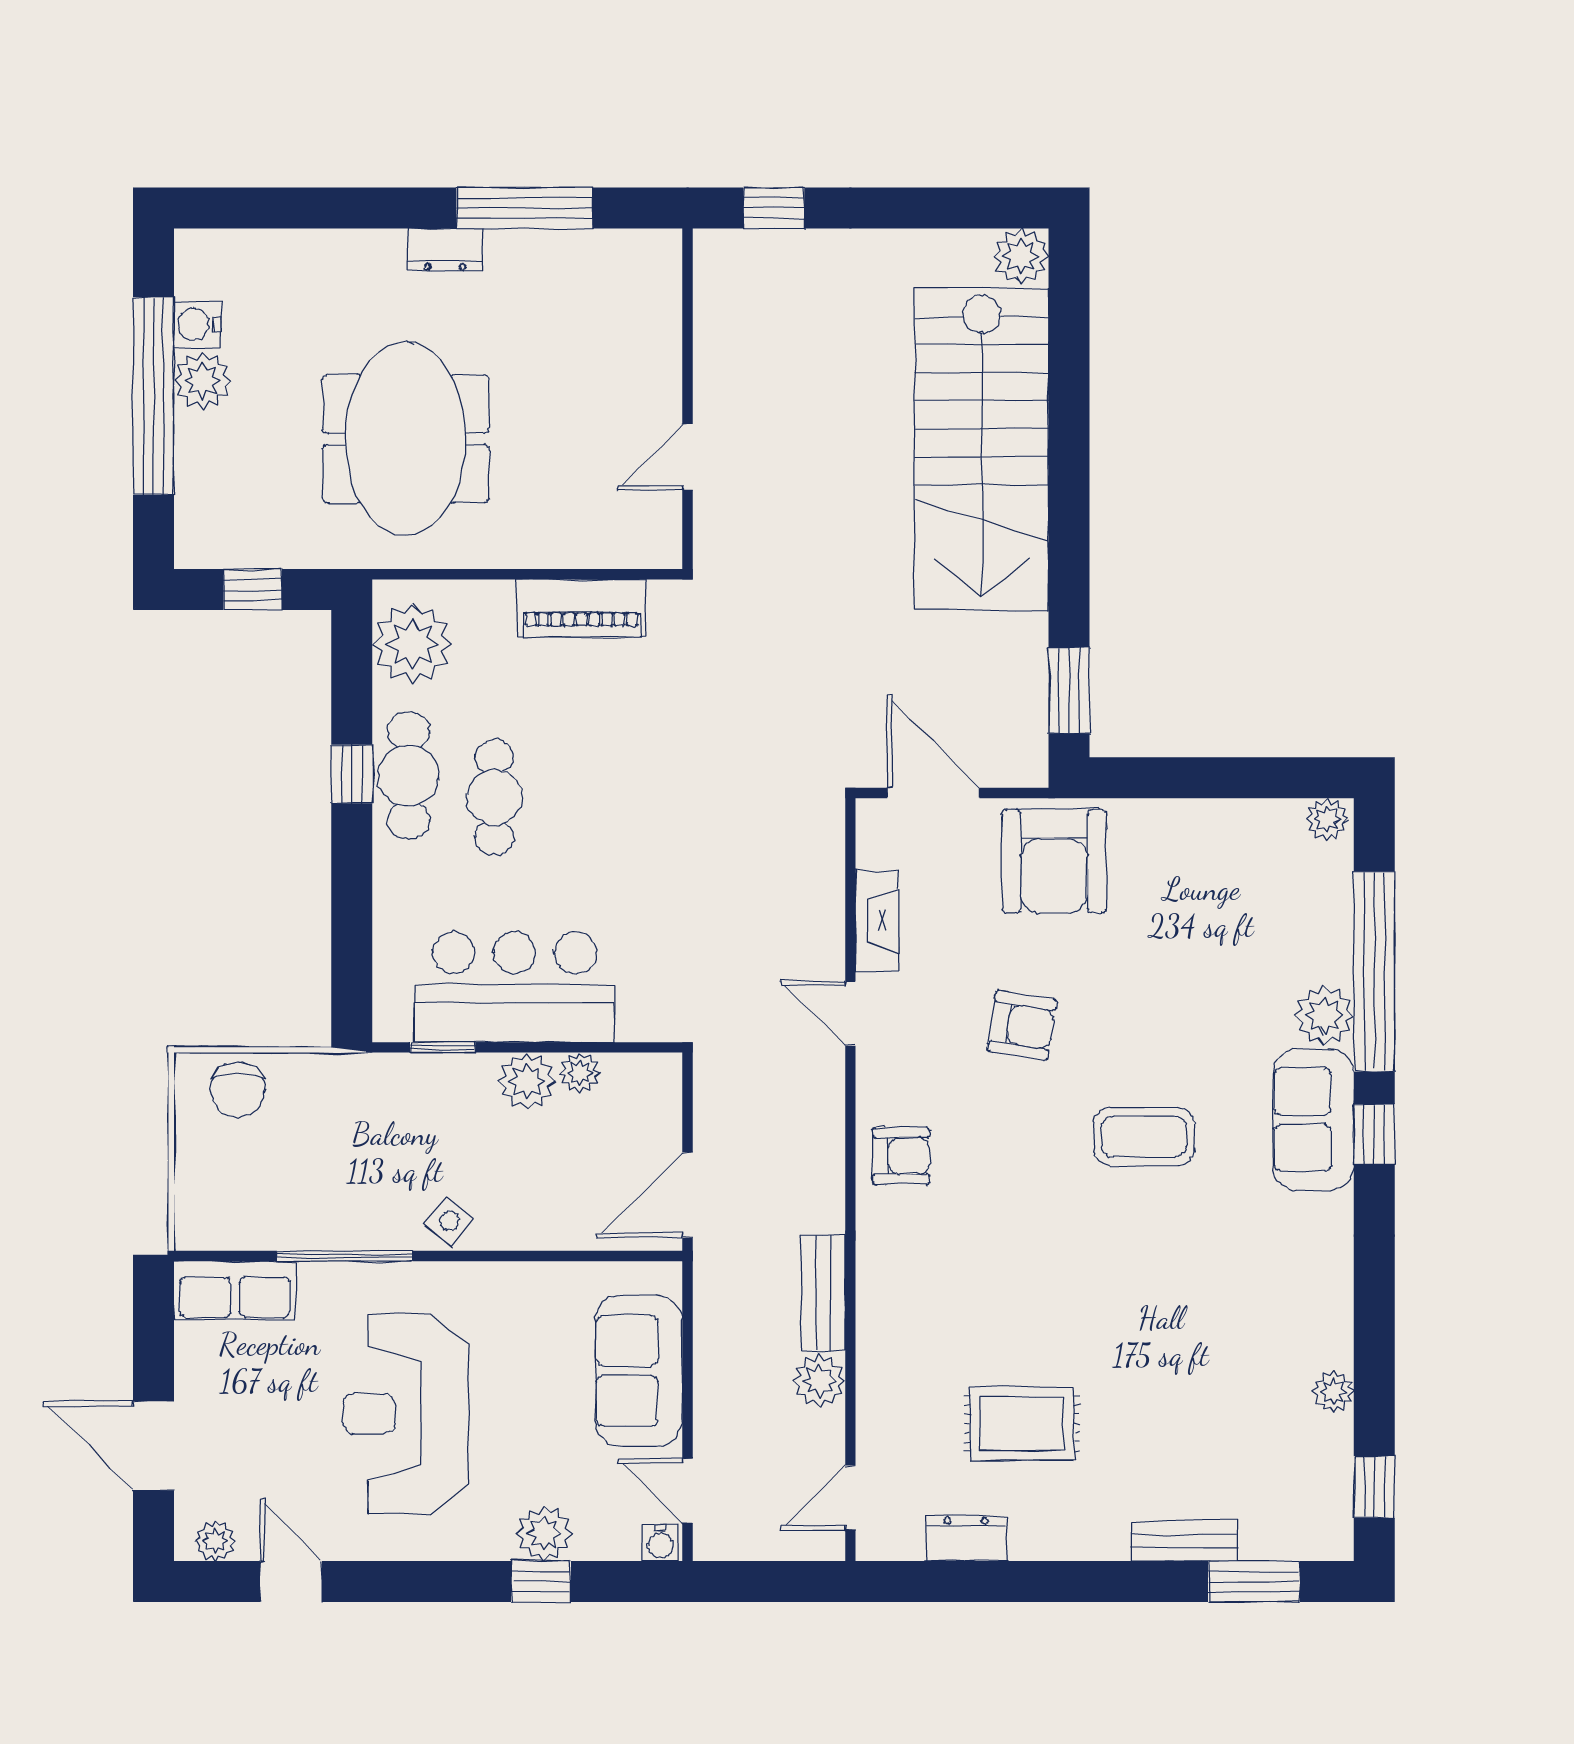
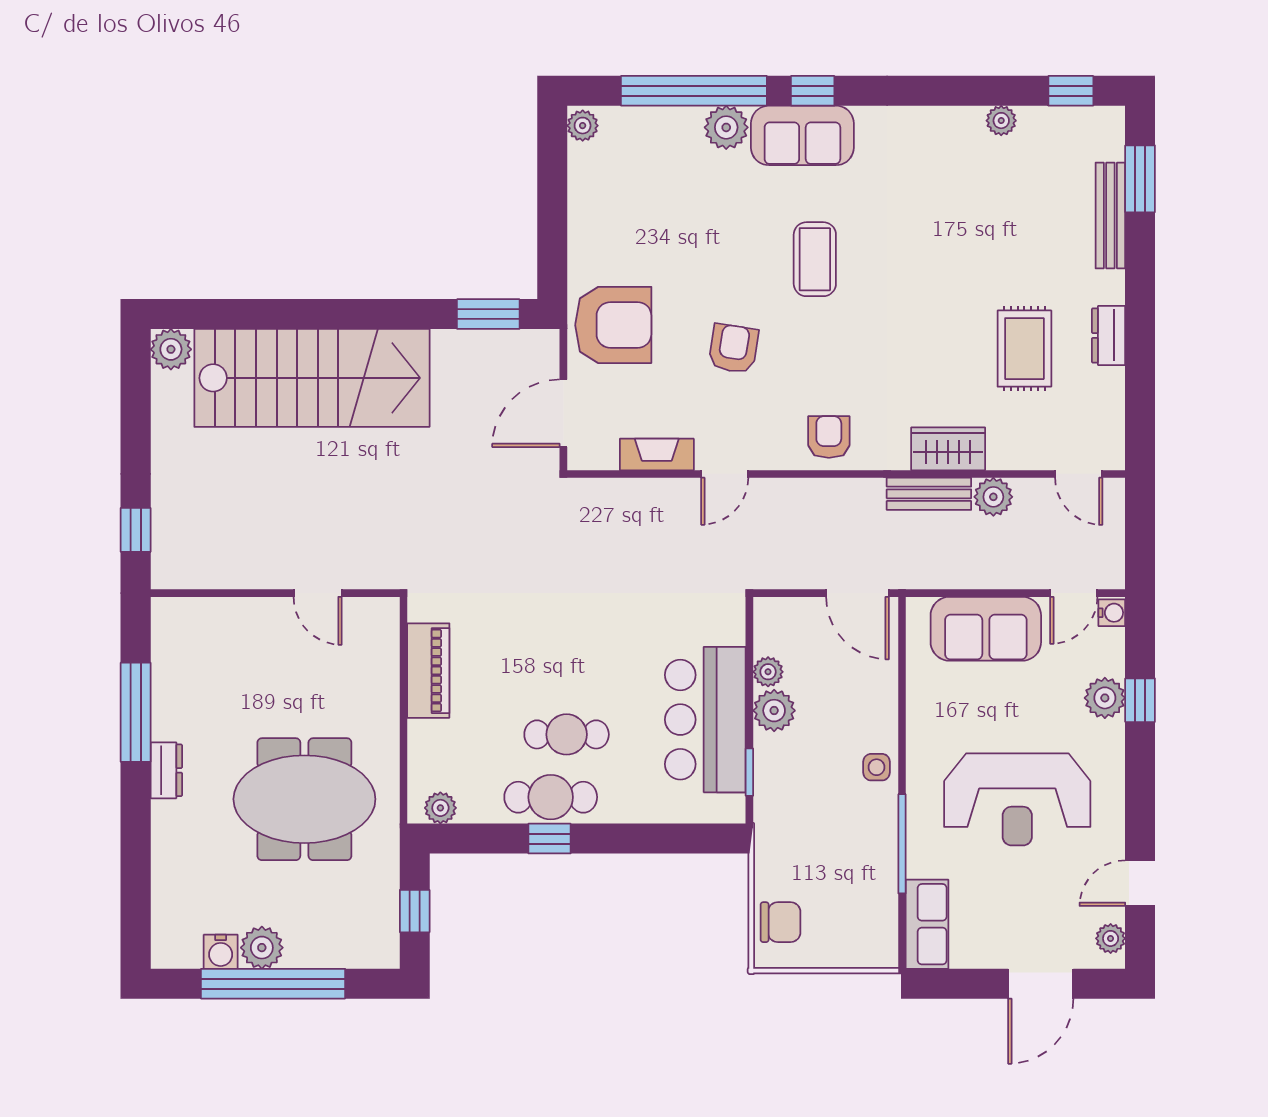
plant: (413, 644) -> (440, 808), width x0.53, depth x0.53
side table: (449, 1221) -> (877, 767), turned -38
wardrobe: (885, 1319) -> (948, 449), added
dresser: (966, 1538) -> (1109, 335), moved
bench: (1184, 1541) -> (1110, 215), width x1.36

